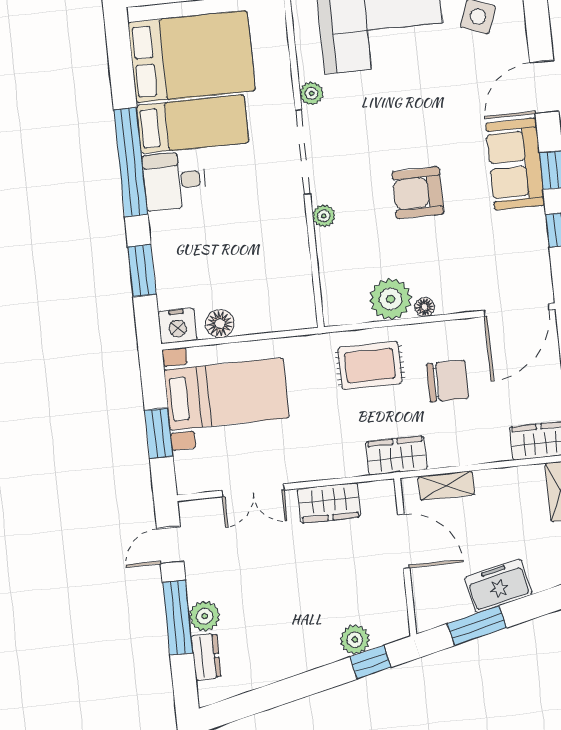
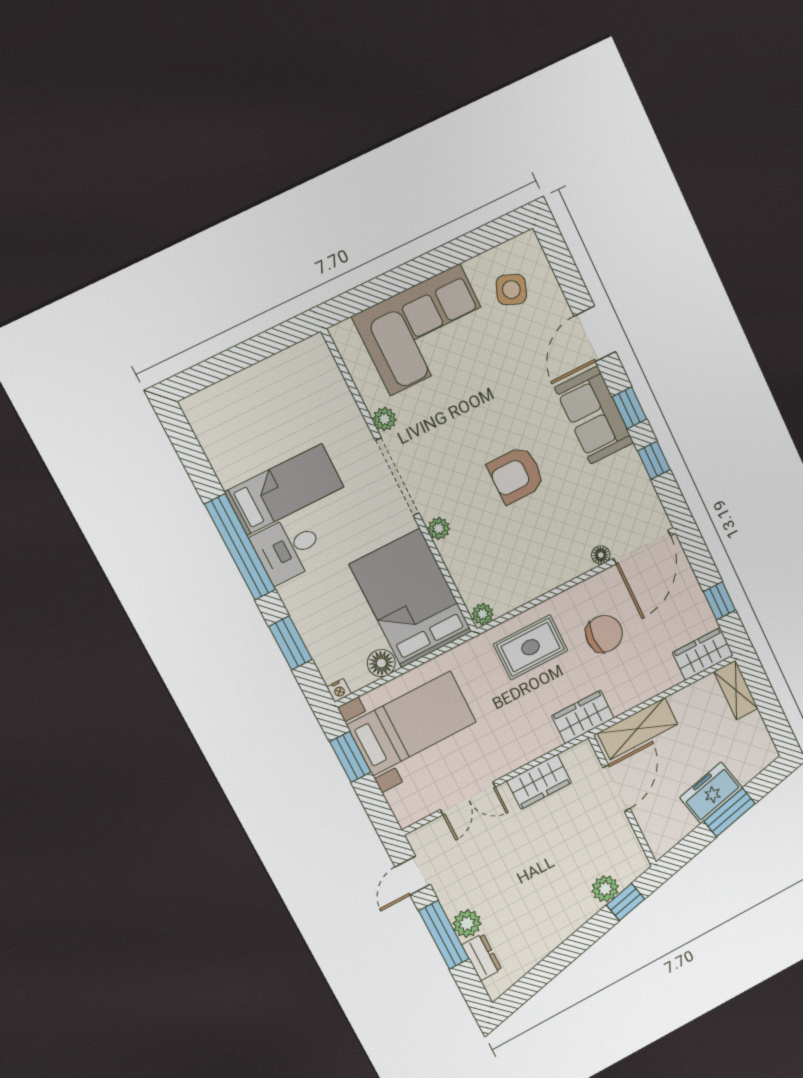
bed: (192, 57) -> (411, 598), moved, turned -90
plant: (391, 299) -> (483, 614), moved, width x0.53, depth x0.53
floor lamp: (425, 307) -> (601, 555), moved
nightstand: (177, 326) -> (339, 690), width x0.53, depth x0.56
window: (159, 433) -> (350, 757), moved
shelving: (446, 486) -> (638, 729), width x1.50, depth x1.33
door: (404, 541) -> (616, 788), hinge flipped
window: (477, 626) -> (730, 812), moved

